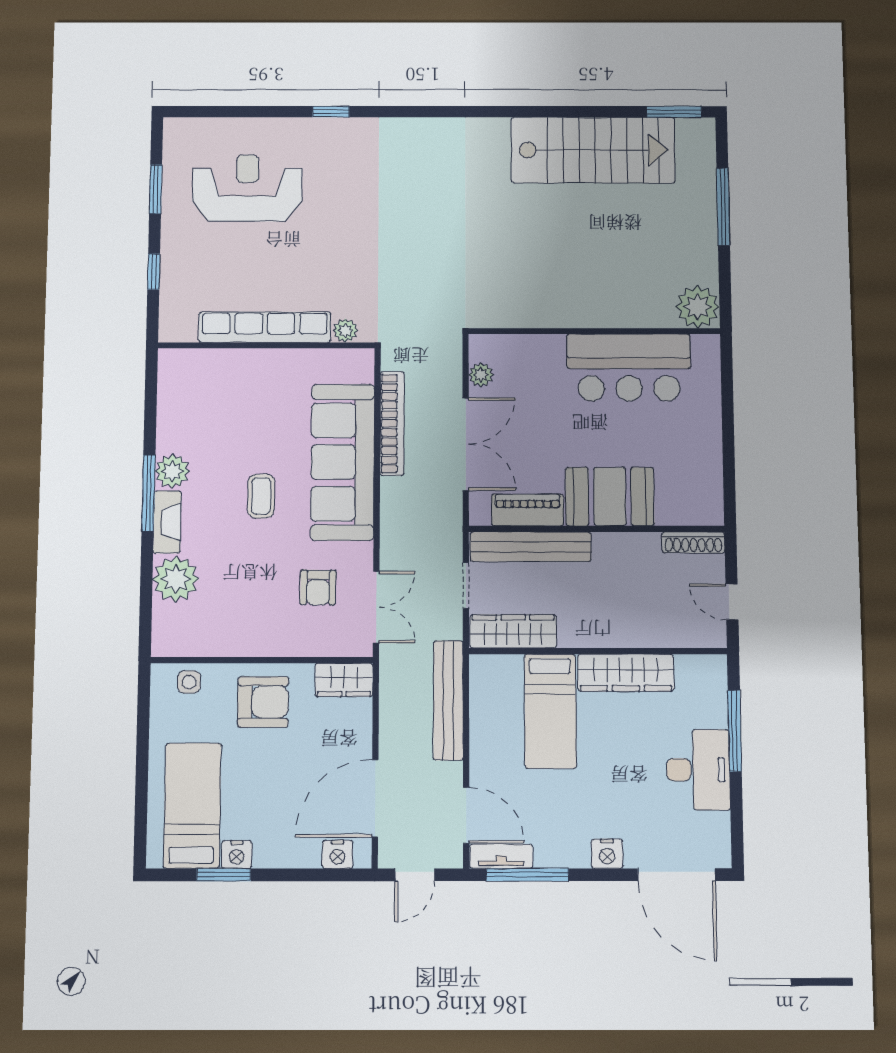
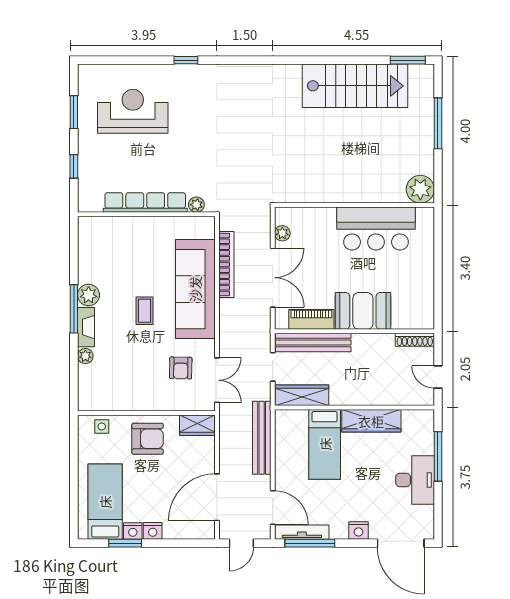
plant: (176, 579) -> (85, 356), width x0.53, depth x0.53
nightstand: (337, 854) -> (153, 531), moved
tv unit: (501, 856) -> (302, 532), width x1.41

